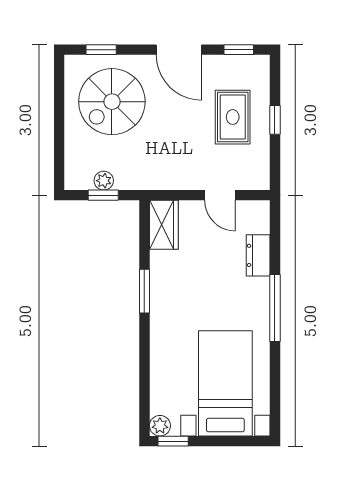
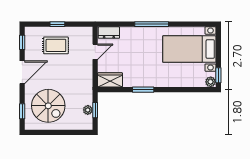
dresser: (258, 255) -> (109, 33), moved

